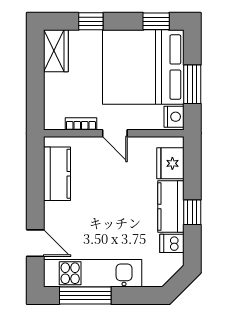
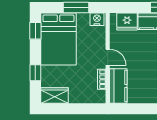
bed: (143, 67) -> (58, 39), width x0.73
door: (115, 133) -> (108, 57), hinge flipped
kitchen counter: (57, 174) -> (118, 86), moved, turned 90

